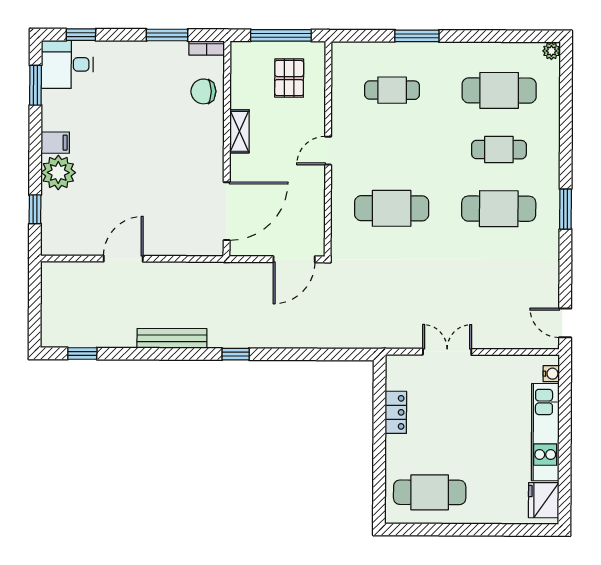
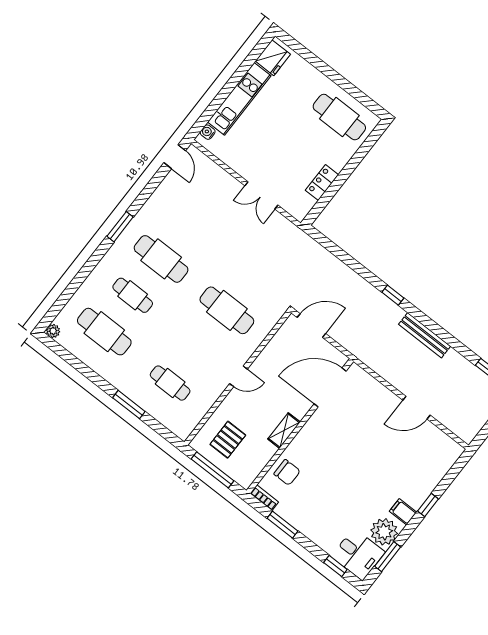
plant: (58, 172) -> (384, 532), moved
window: (35, 209) -> (428, 505), moved

